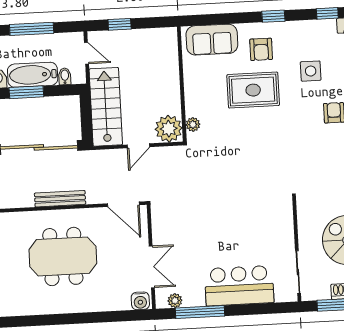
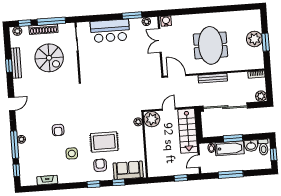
window: (327, 13) -> (119, 182), moved
door: (86, 53) -> (199, 161), hinge flipped
meeting table: (63, 256) -> (210, 45), turned 90
window: (200, 312) -> (132, 15), width x0.69

